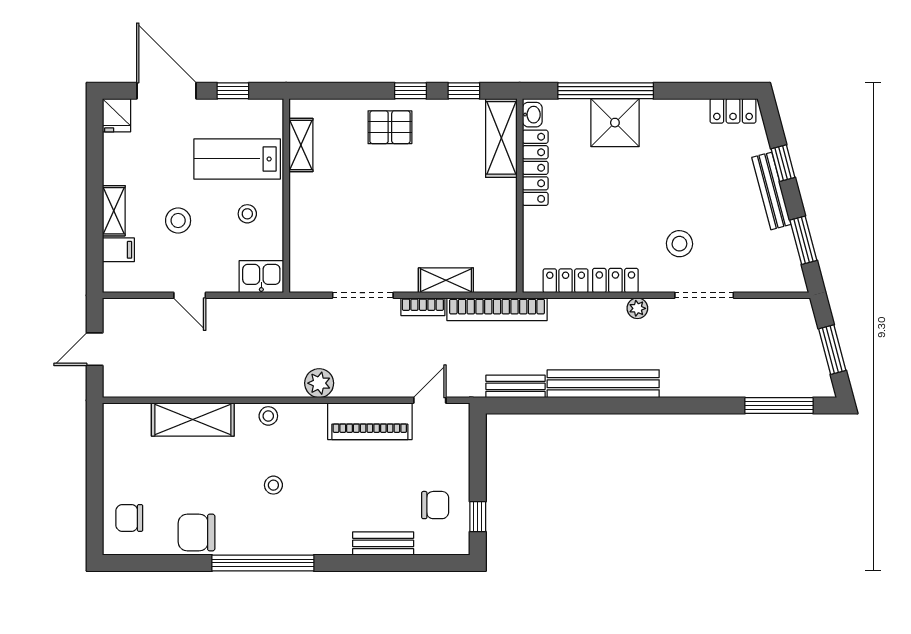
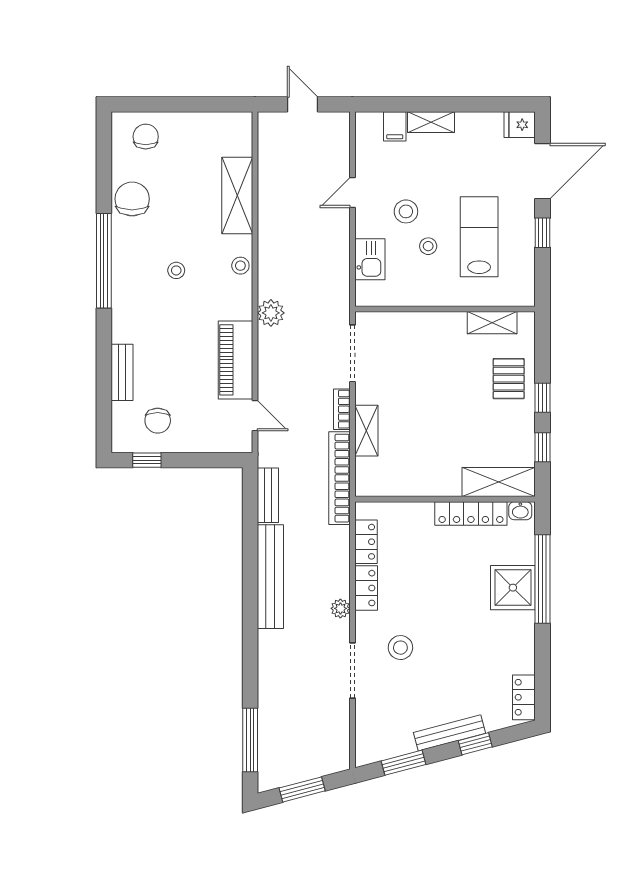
shelving: (301, 145) -> (492, 323), moved
wall: (286, 196) -> (445, 309), moved
stool: (178, 221) -> (406, 211), moved

